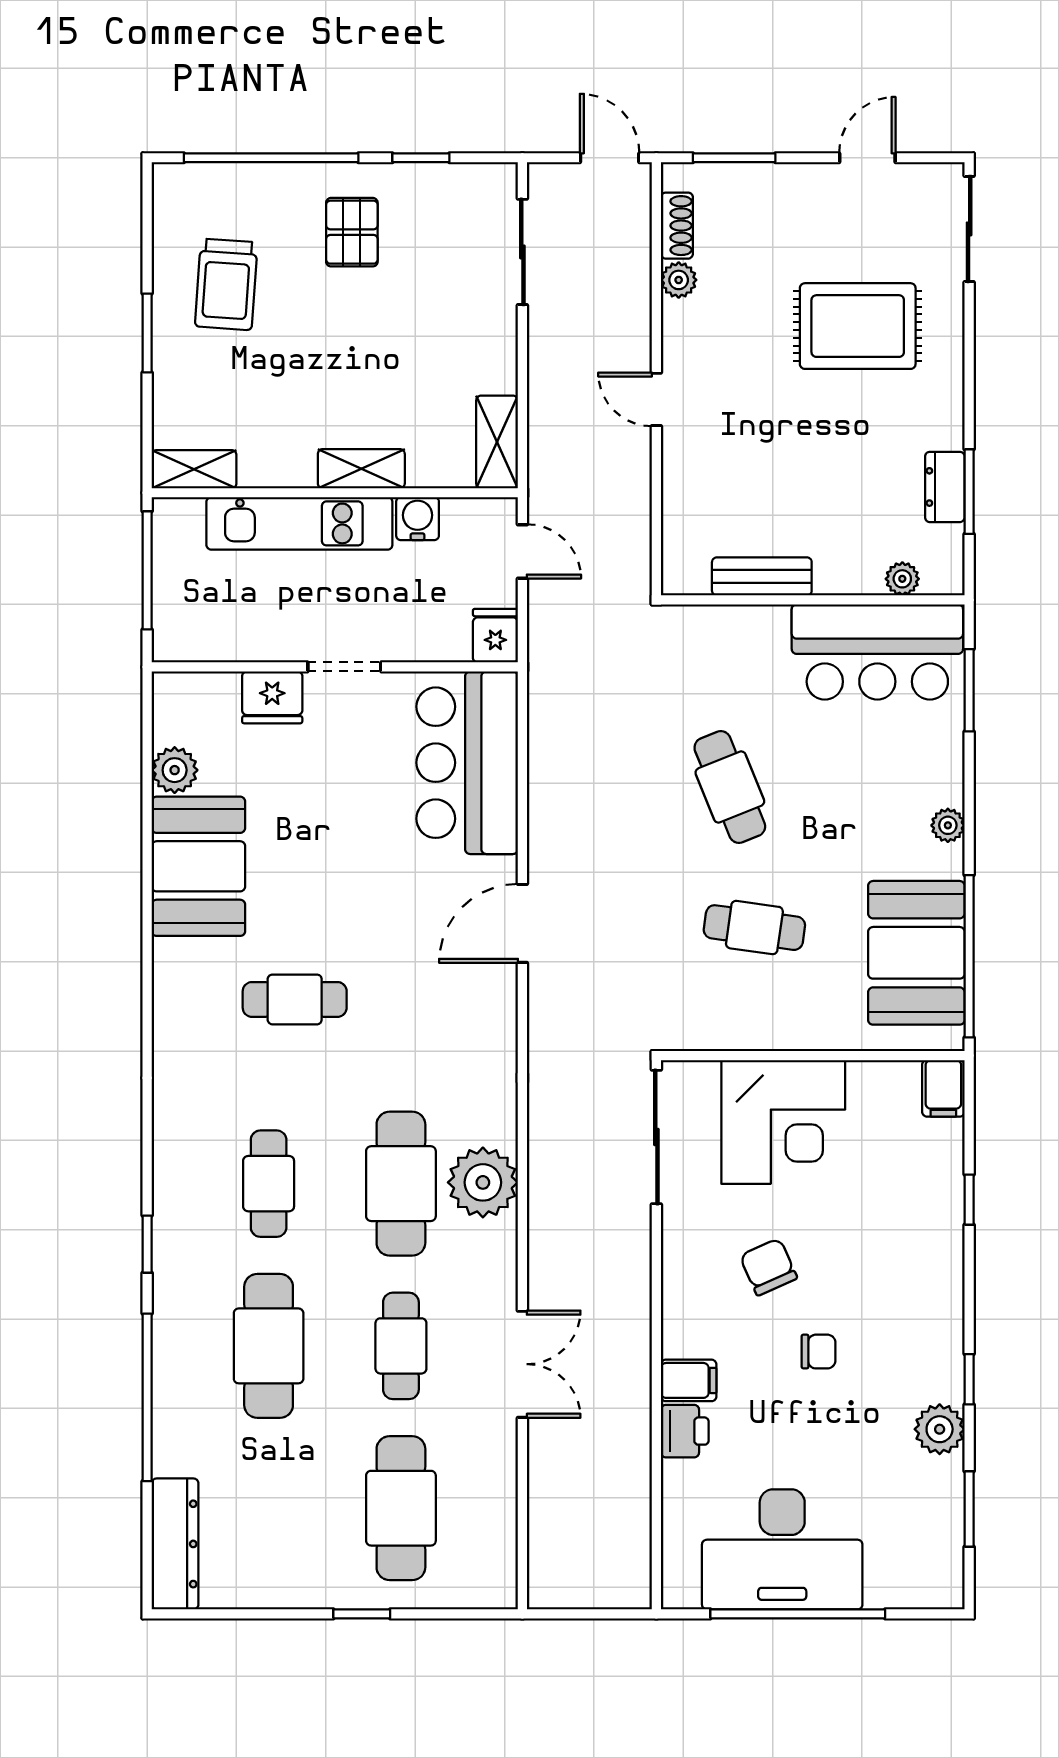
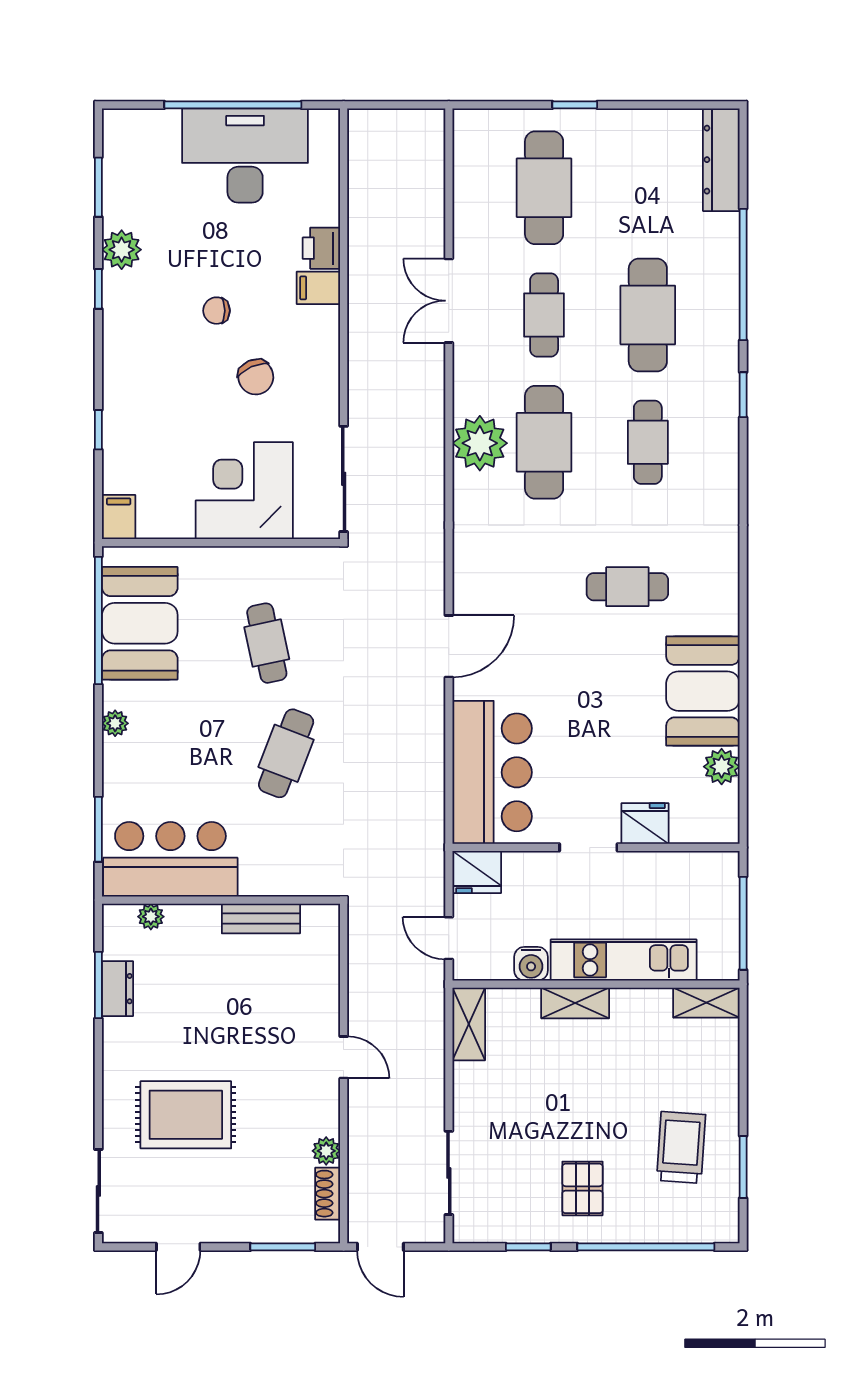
window: (147, 333) -> (743, 1167), moved
fridge: (495, 636) -> (477, 872), width x1.38
cafe table: (730, 787) -> (286, 753), turned 43
cafe table: (754, 928) -> (267, 643), turned 70

